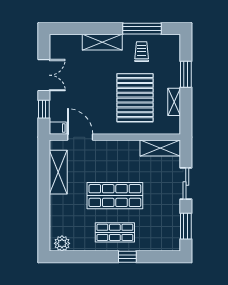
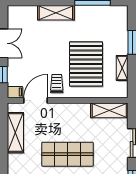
trolley: (142, 52) -> (57, 84), moved
door: (80, 137) -> (36, 100), hinge flipped

